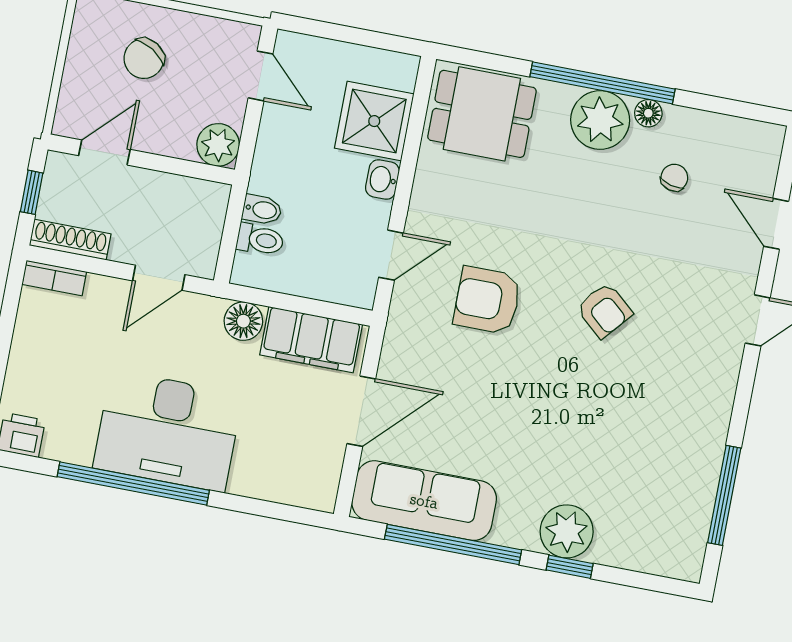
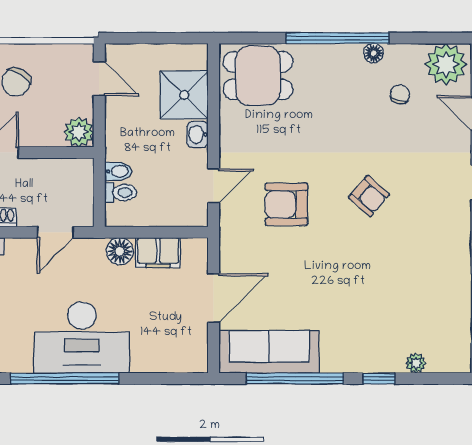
plant: (600, 120) -> (446, 64), moved
filing cabinet: (311, 340) -> (158, 253), width x0.67, depth x0.86
plant: (567, 531) -> (416, 363), moved, width x0.53, depth x0.53

